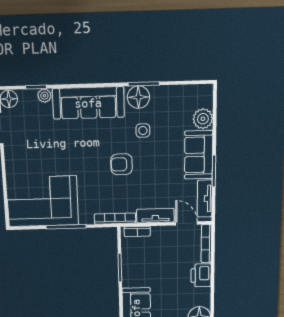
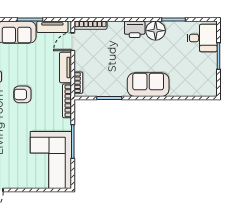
armchair: (122, 164) -> (22, 94), turned 90
printer: (201, 275) -> (135, 29), moved

